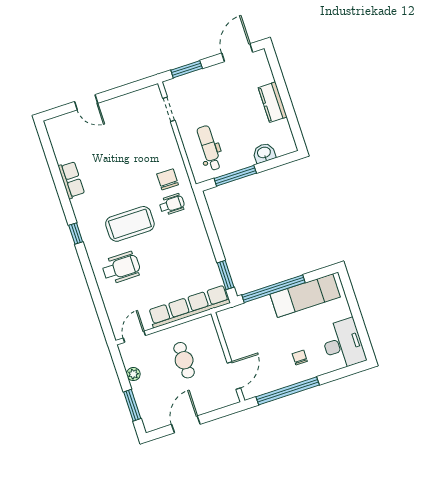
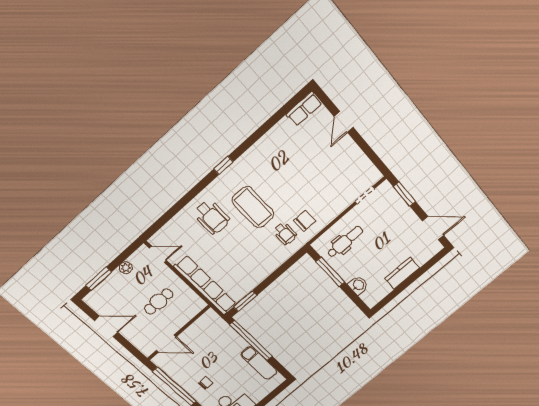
row of seats: (71, 180) -> (304, 109), moved
exam couch: (305, 296) -> (259, 363), width x0.73, depth x0.69

